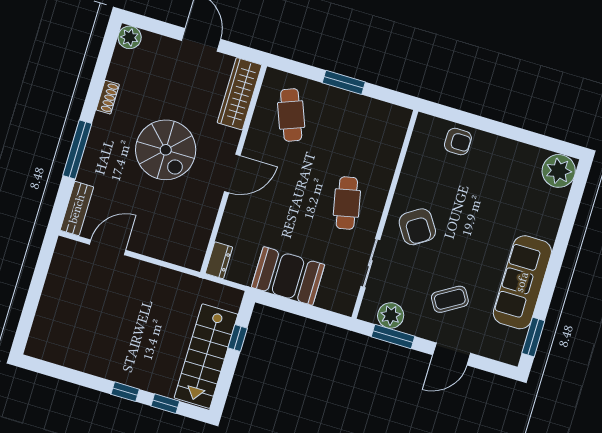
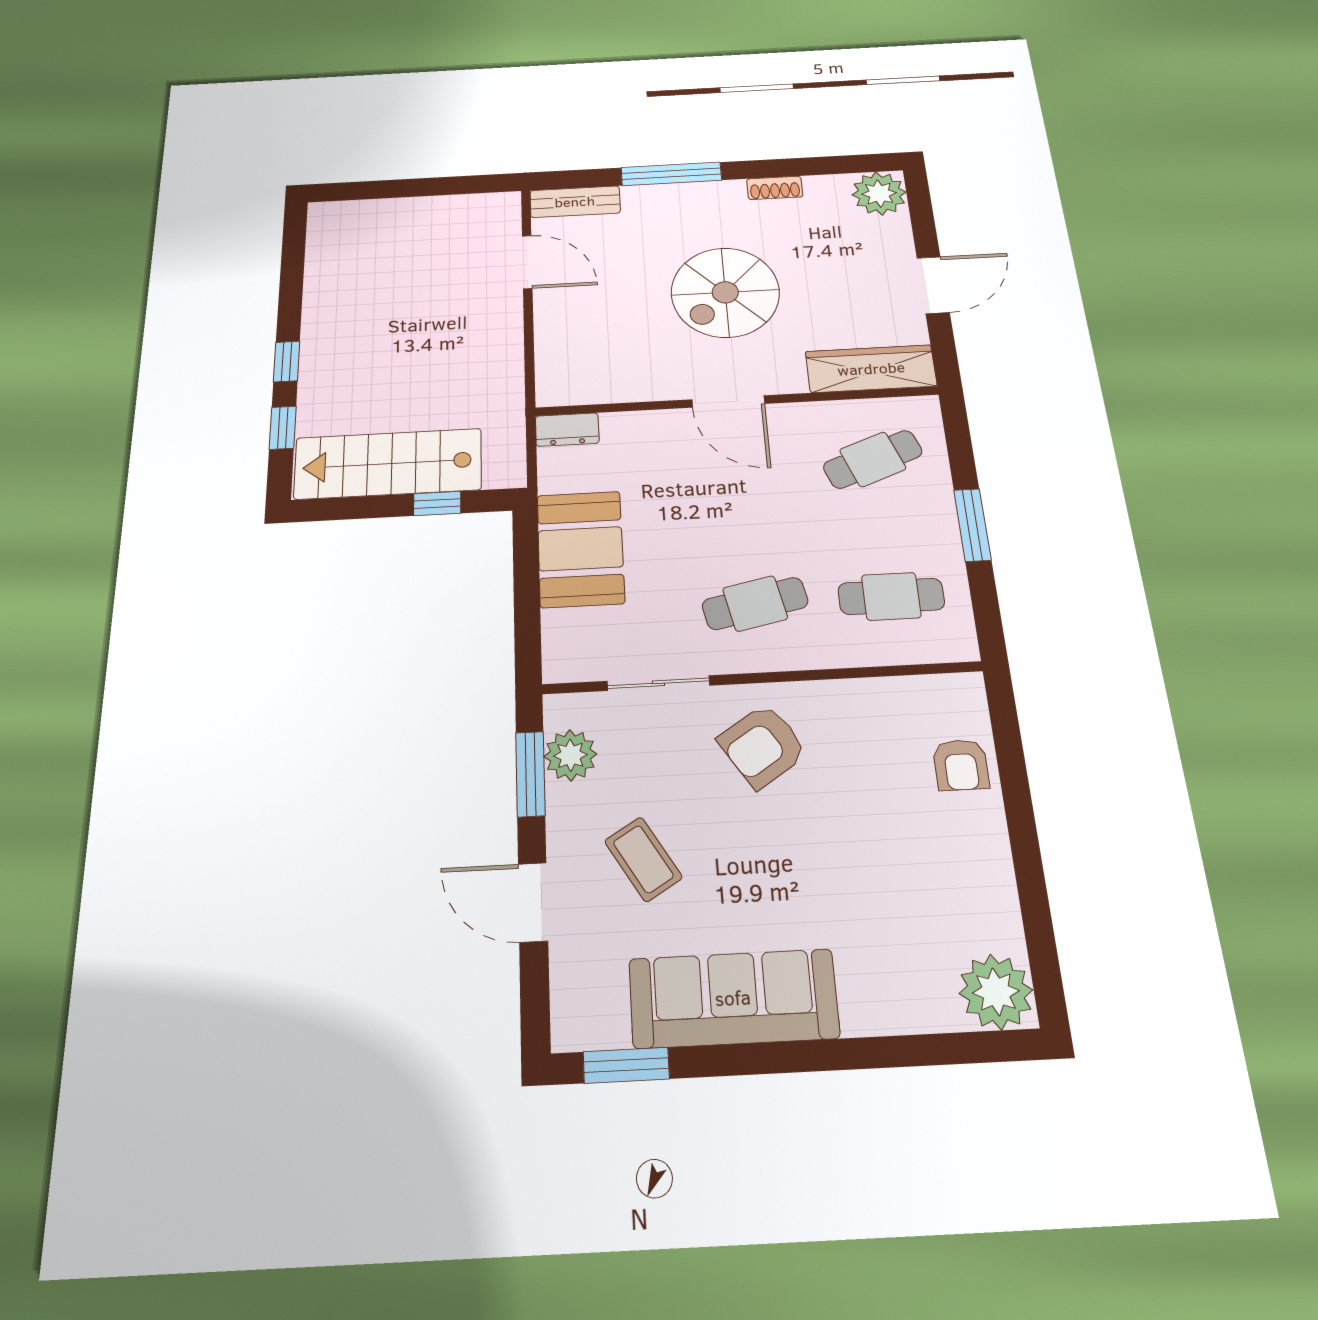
plant: (130, 37) -> (879, 194), width x1.36, depth x1.36
cafe table: (366, 137) -> (891, 596), added

